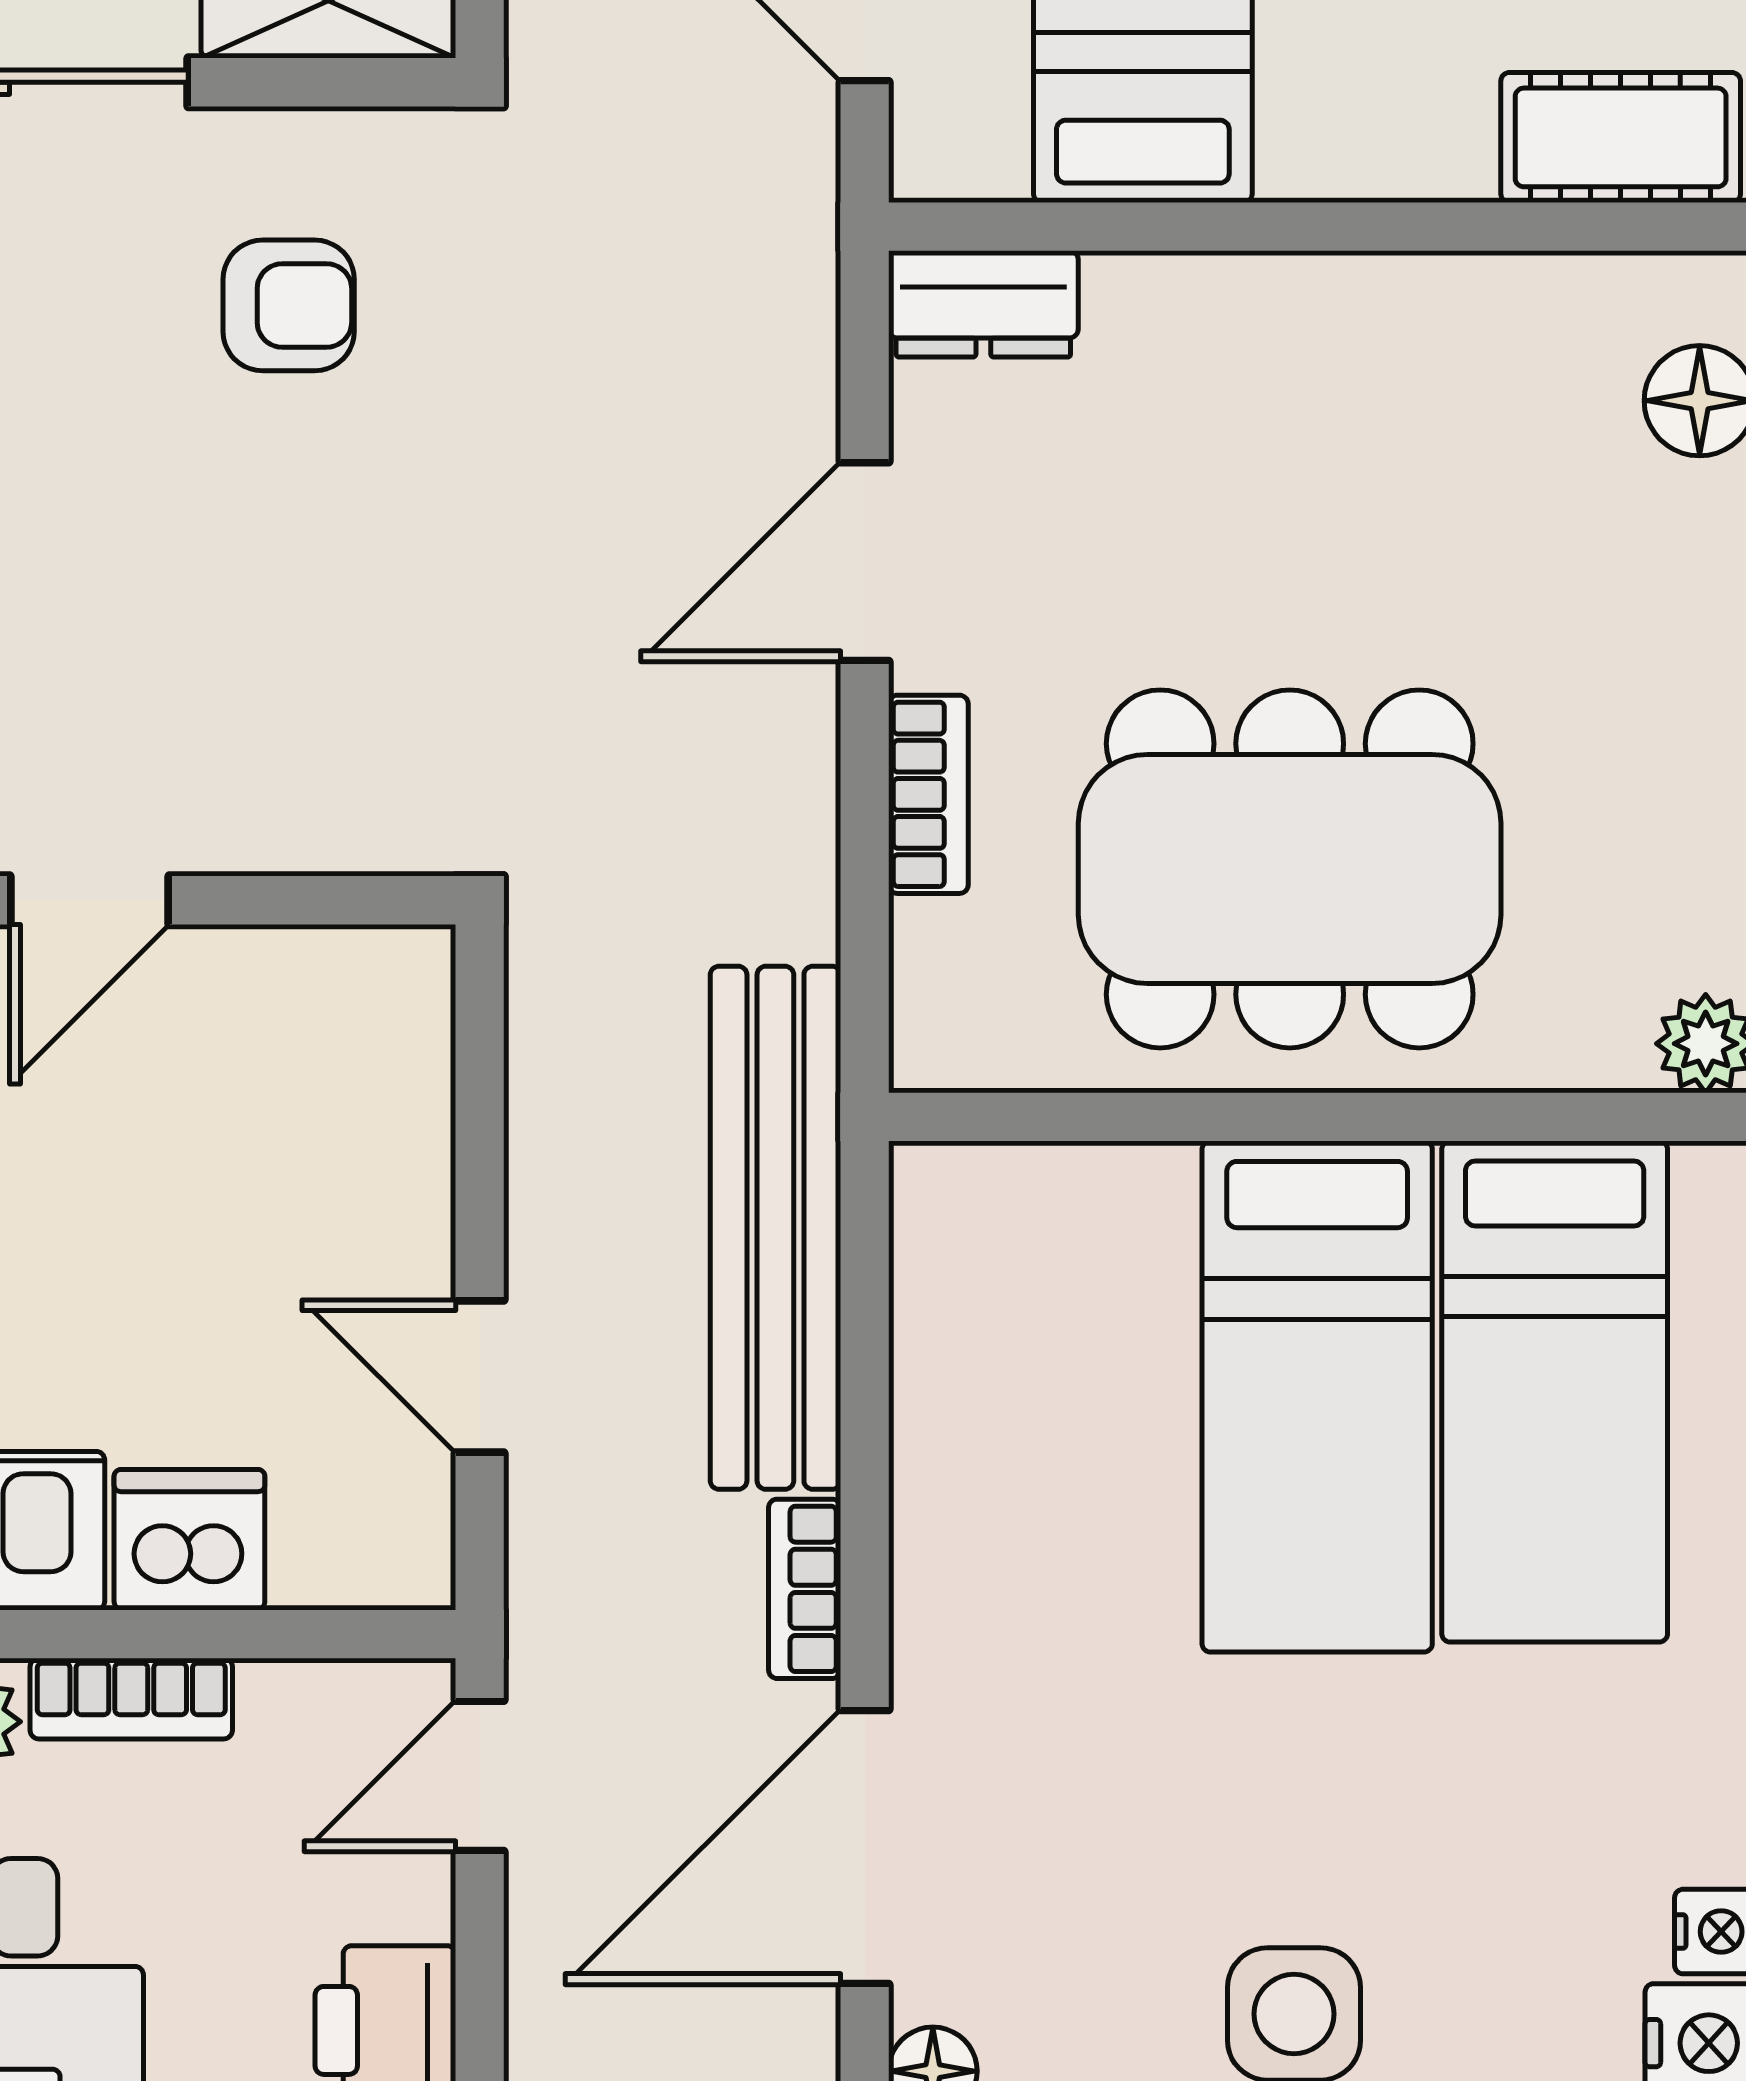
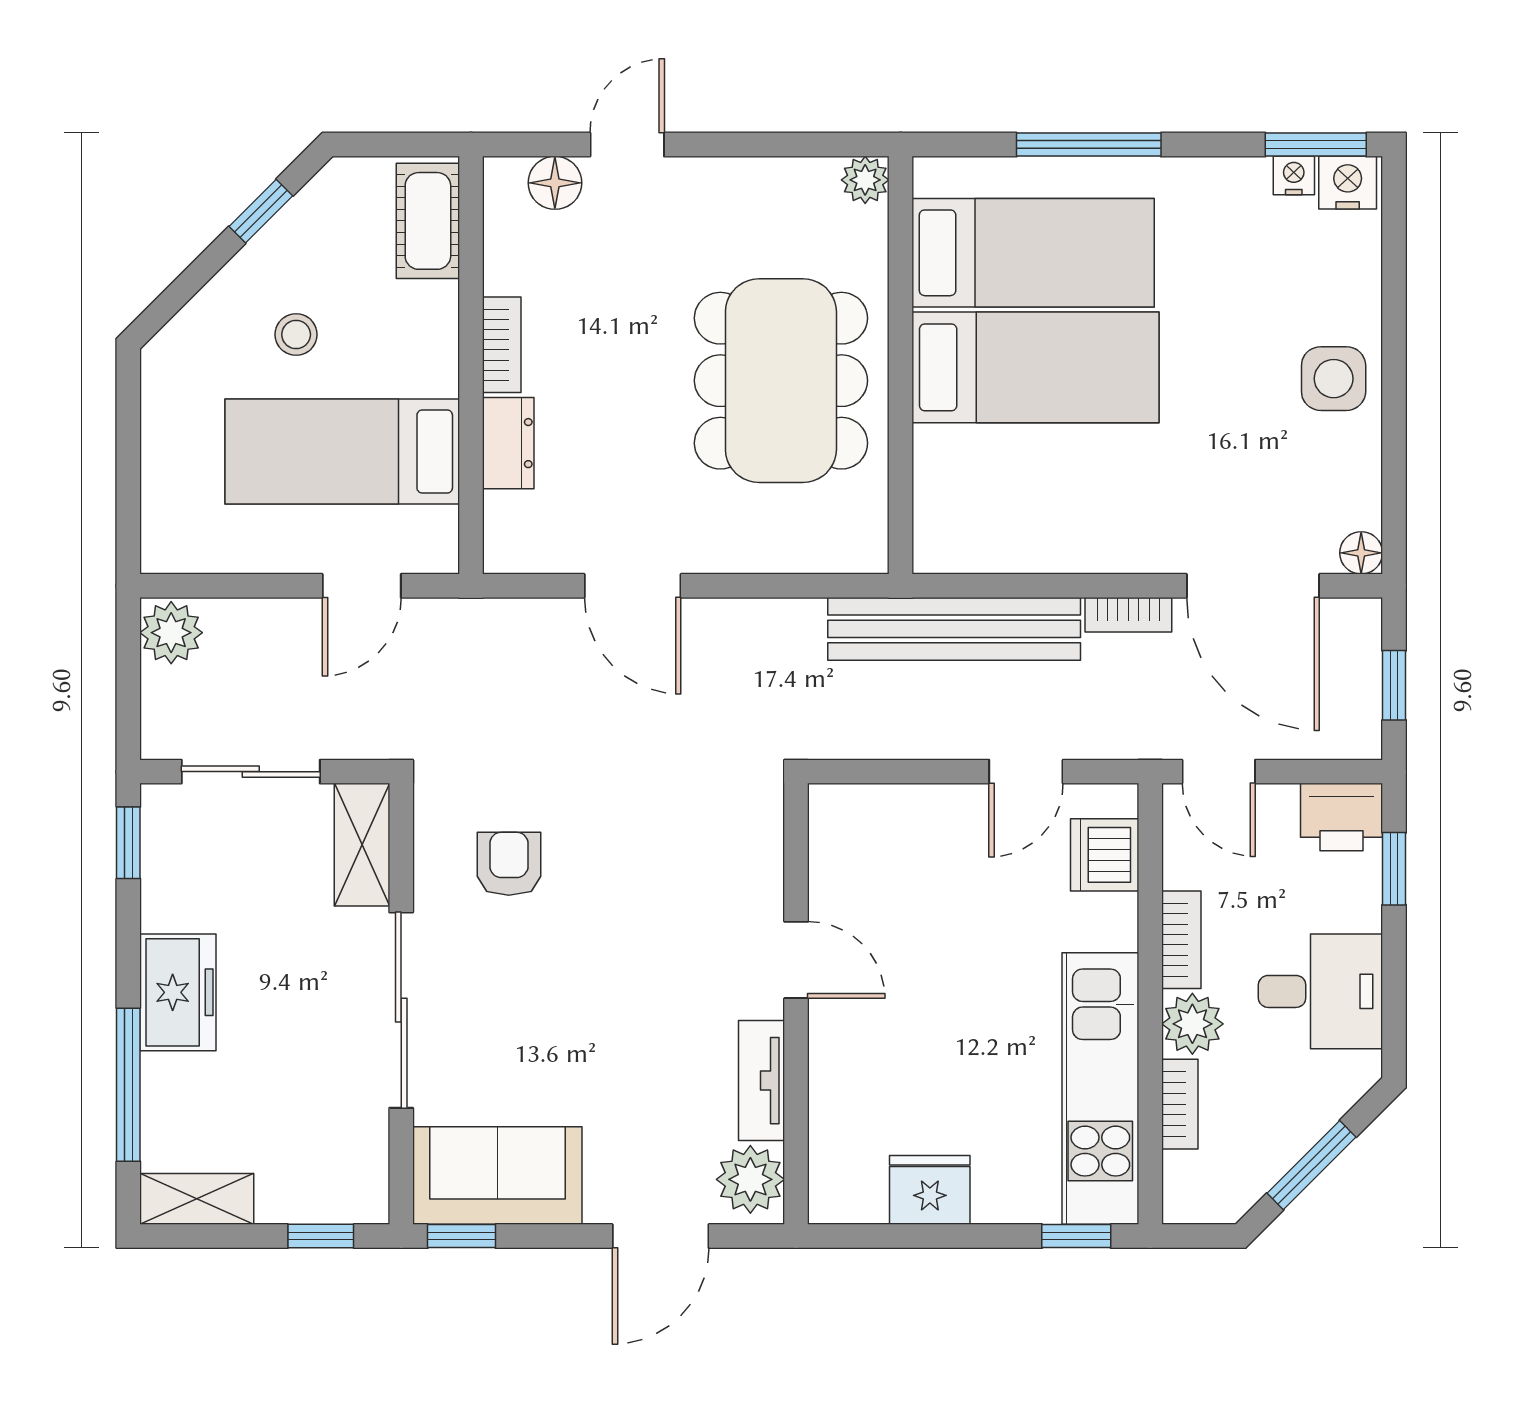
dresser: (983, 304) -> (508, 443), moved
bookcase: (928, 794) -> (502, 345), moved, turned 90
dishwasher: (189, 1540) -> (1105, 855), moved

